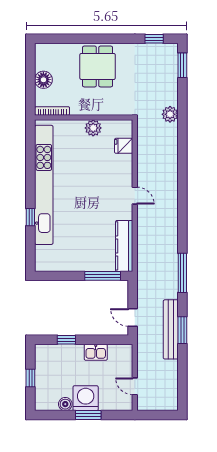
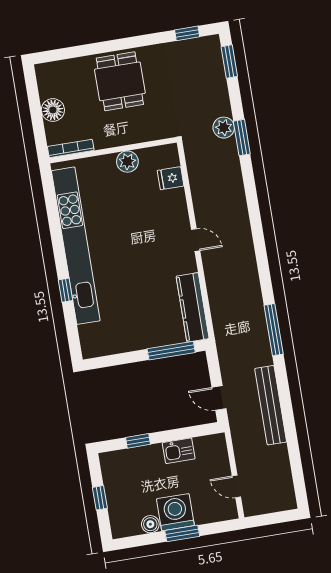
window: (182, 330) -> (242, 138), moved

